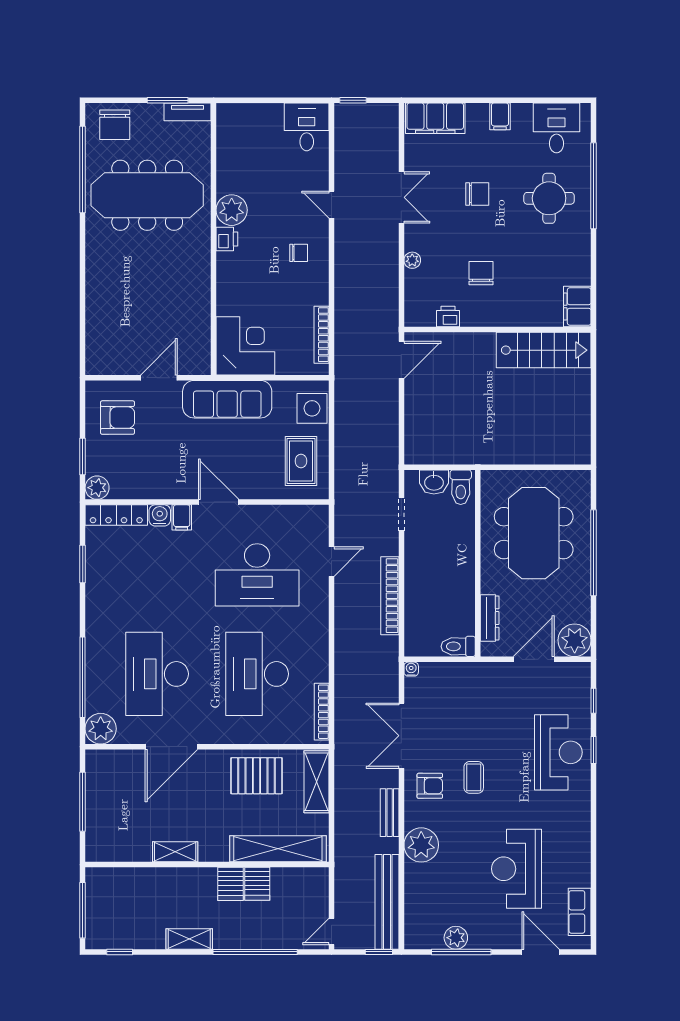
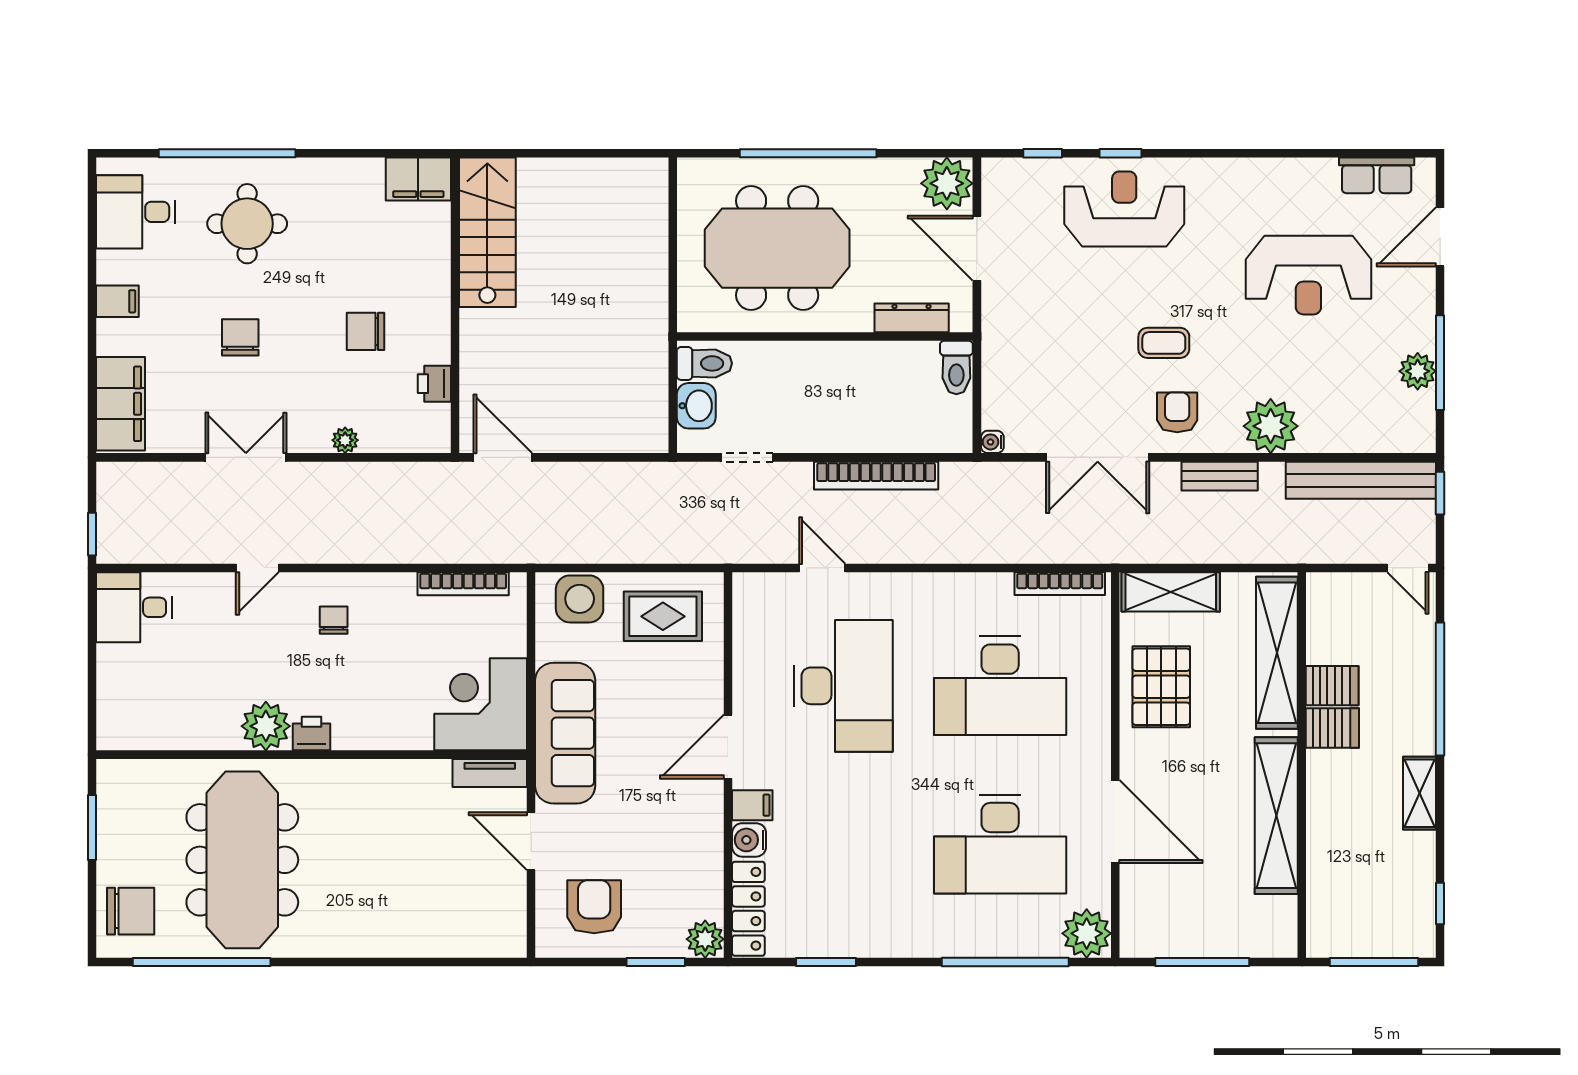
tv unit: (188, 112) -> (490, 773), moved, turned 90
shelving: (175, 852) -> (1276, 816), width x2.20, depth x1.33

